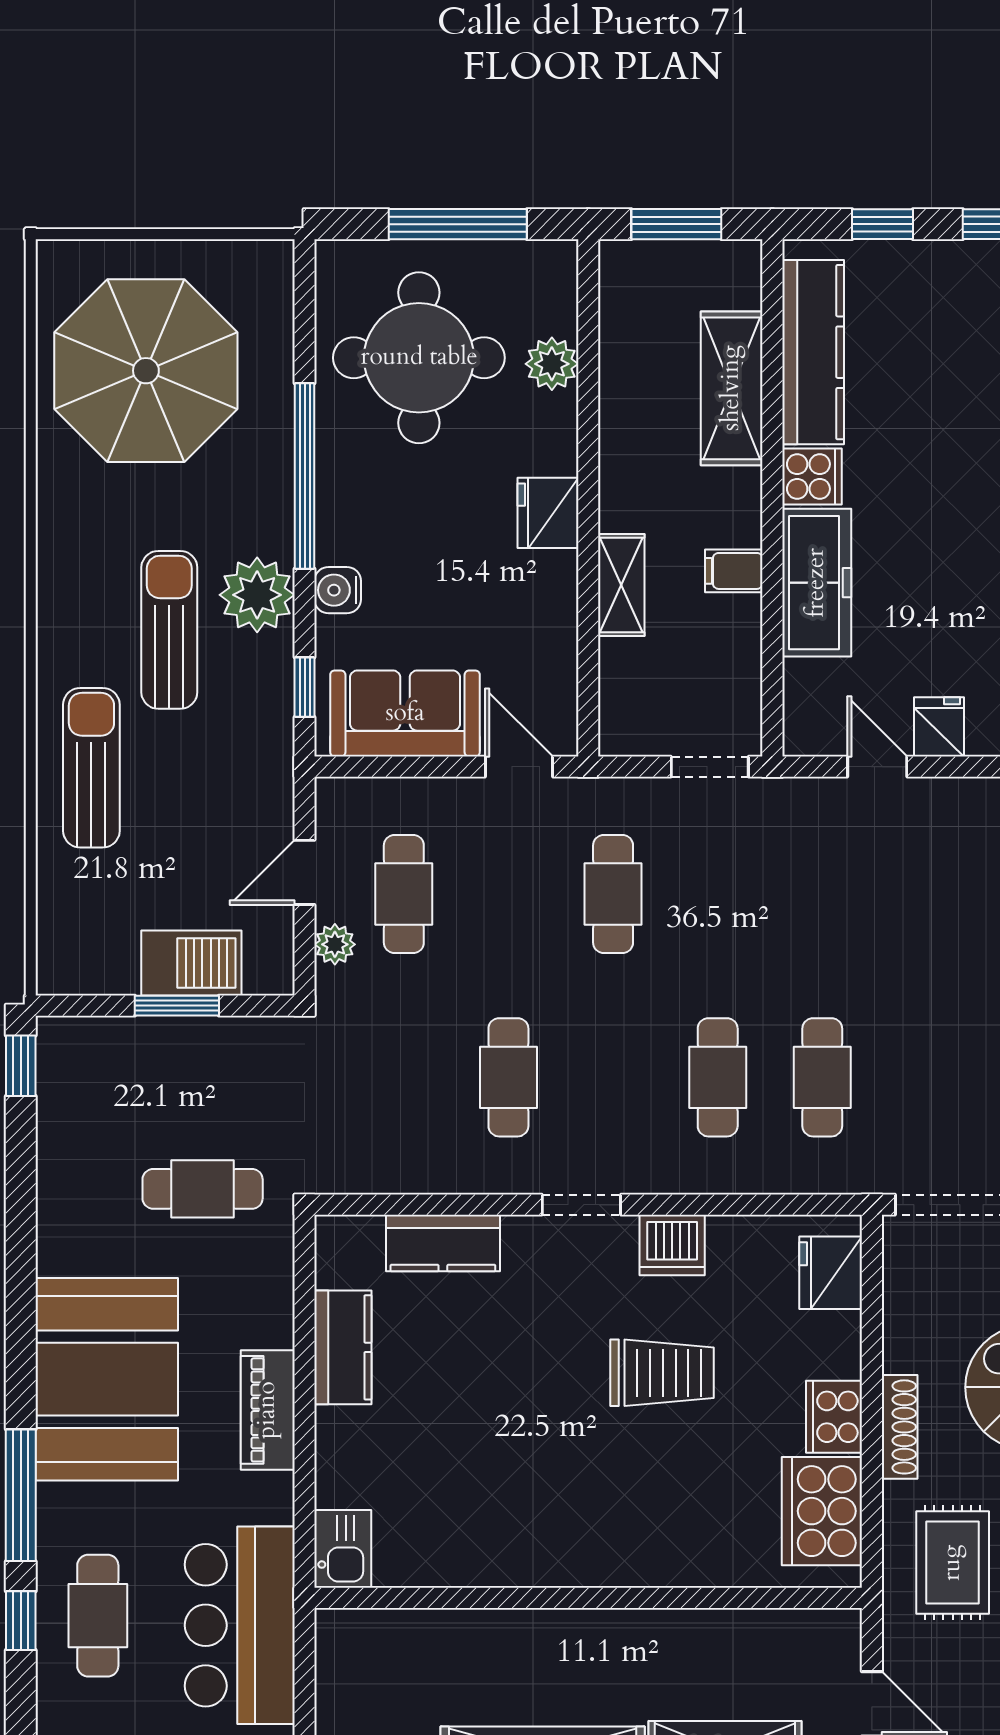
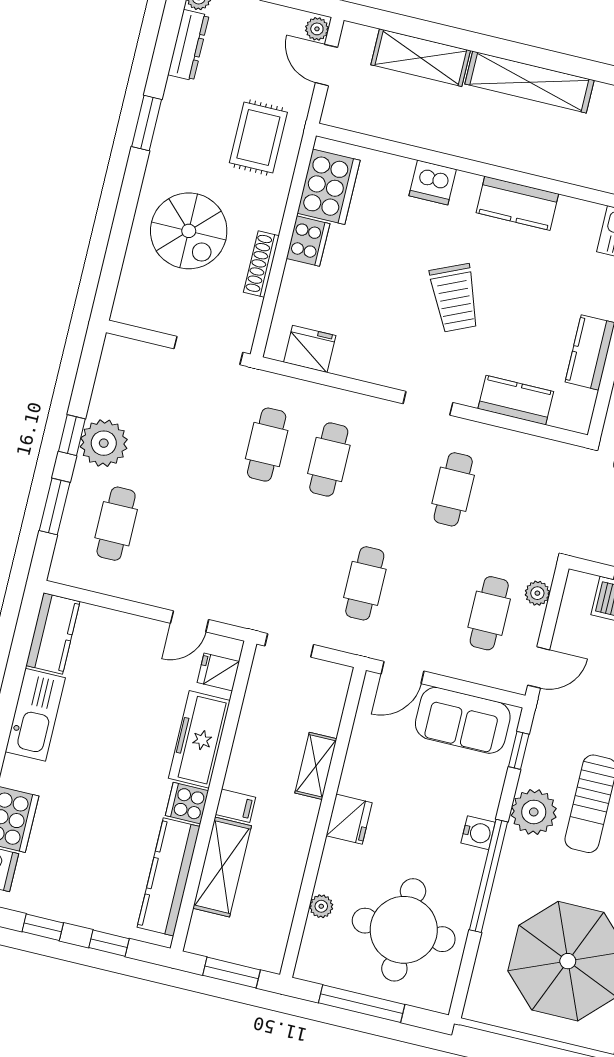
plant: (552, 364) -> (321, 906), width x0.73, depth x0.73
filing cabinet: (734, 571) -> (236, 806), moved
water cooler: (338, 590) -> (478, 833), moved
fridge: (939, 727) -> (218, 672), moved, turned 90
door: (519, 767) -> (403, 673), hinge flipped
door: (877, 767) -> (190, 621), hinge flipped
door: (305, 872) -> (539, 667), moved
dishwasher: (672, 1245) -> (433, 183), moved, turned 180
fridge: (831, 1273) -> (310, 349), moved, turned -90
trolley: (662, 1373) -> (455, 298), moved, turned -114
shoe rack: (900, 1427) -> (261, 264), moved
kitchen counter: (516, 1557) -> (517, 203), added

